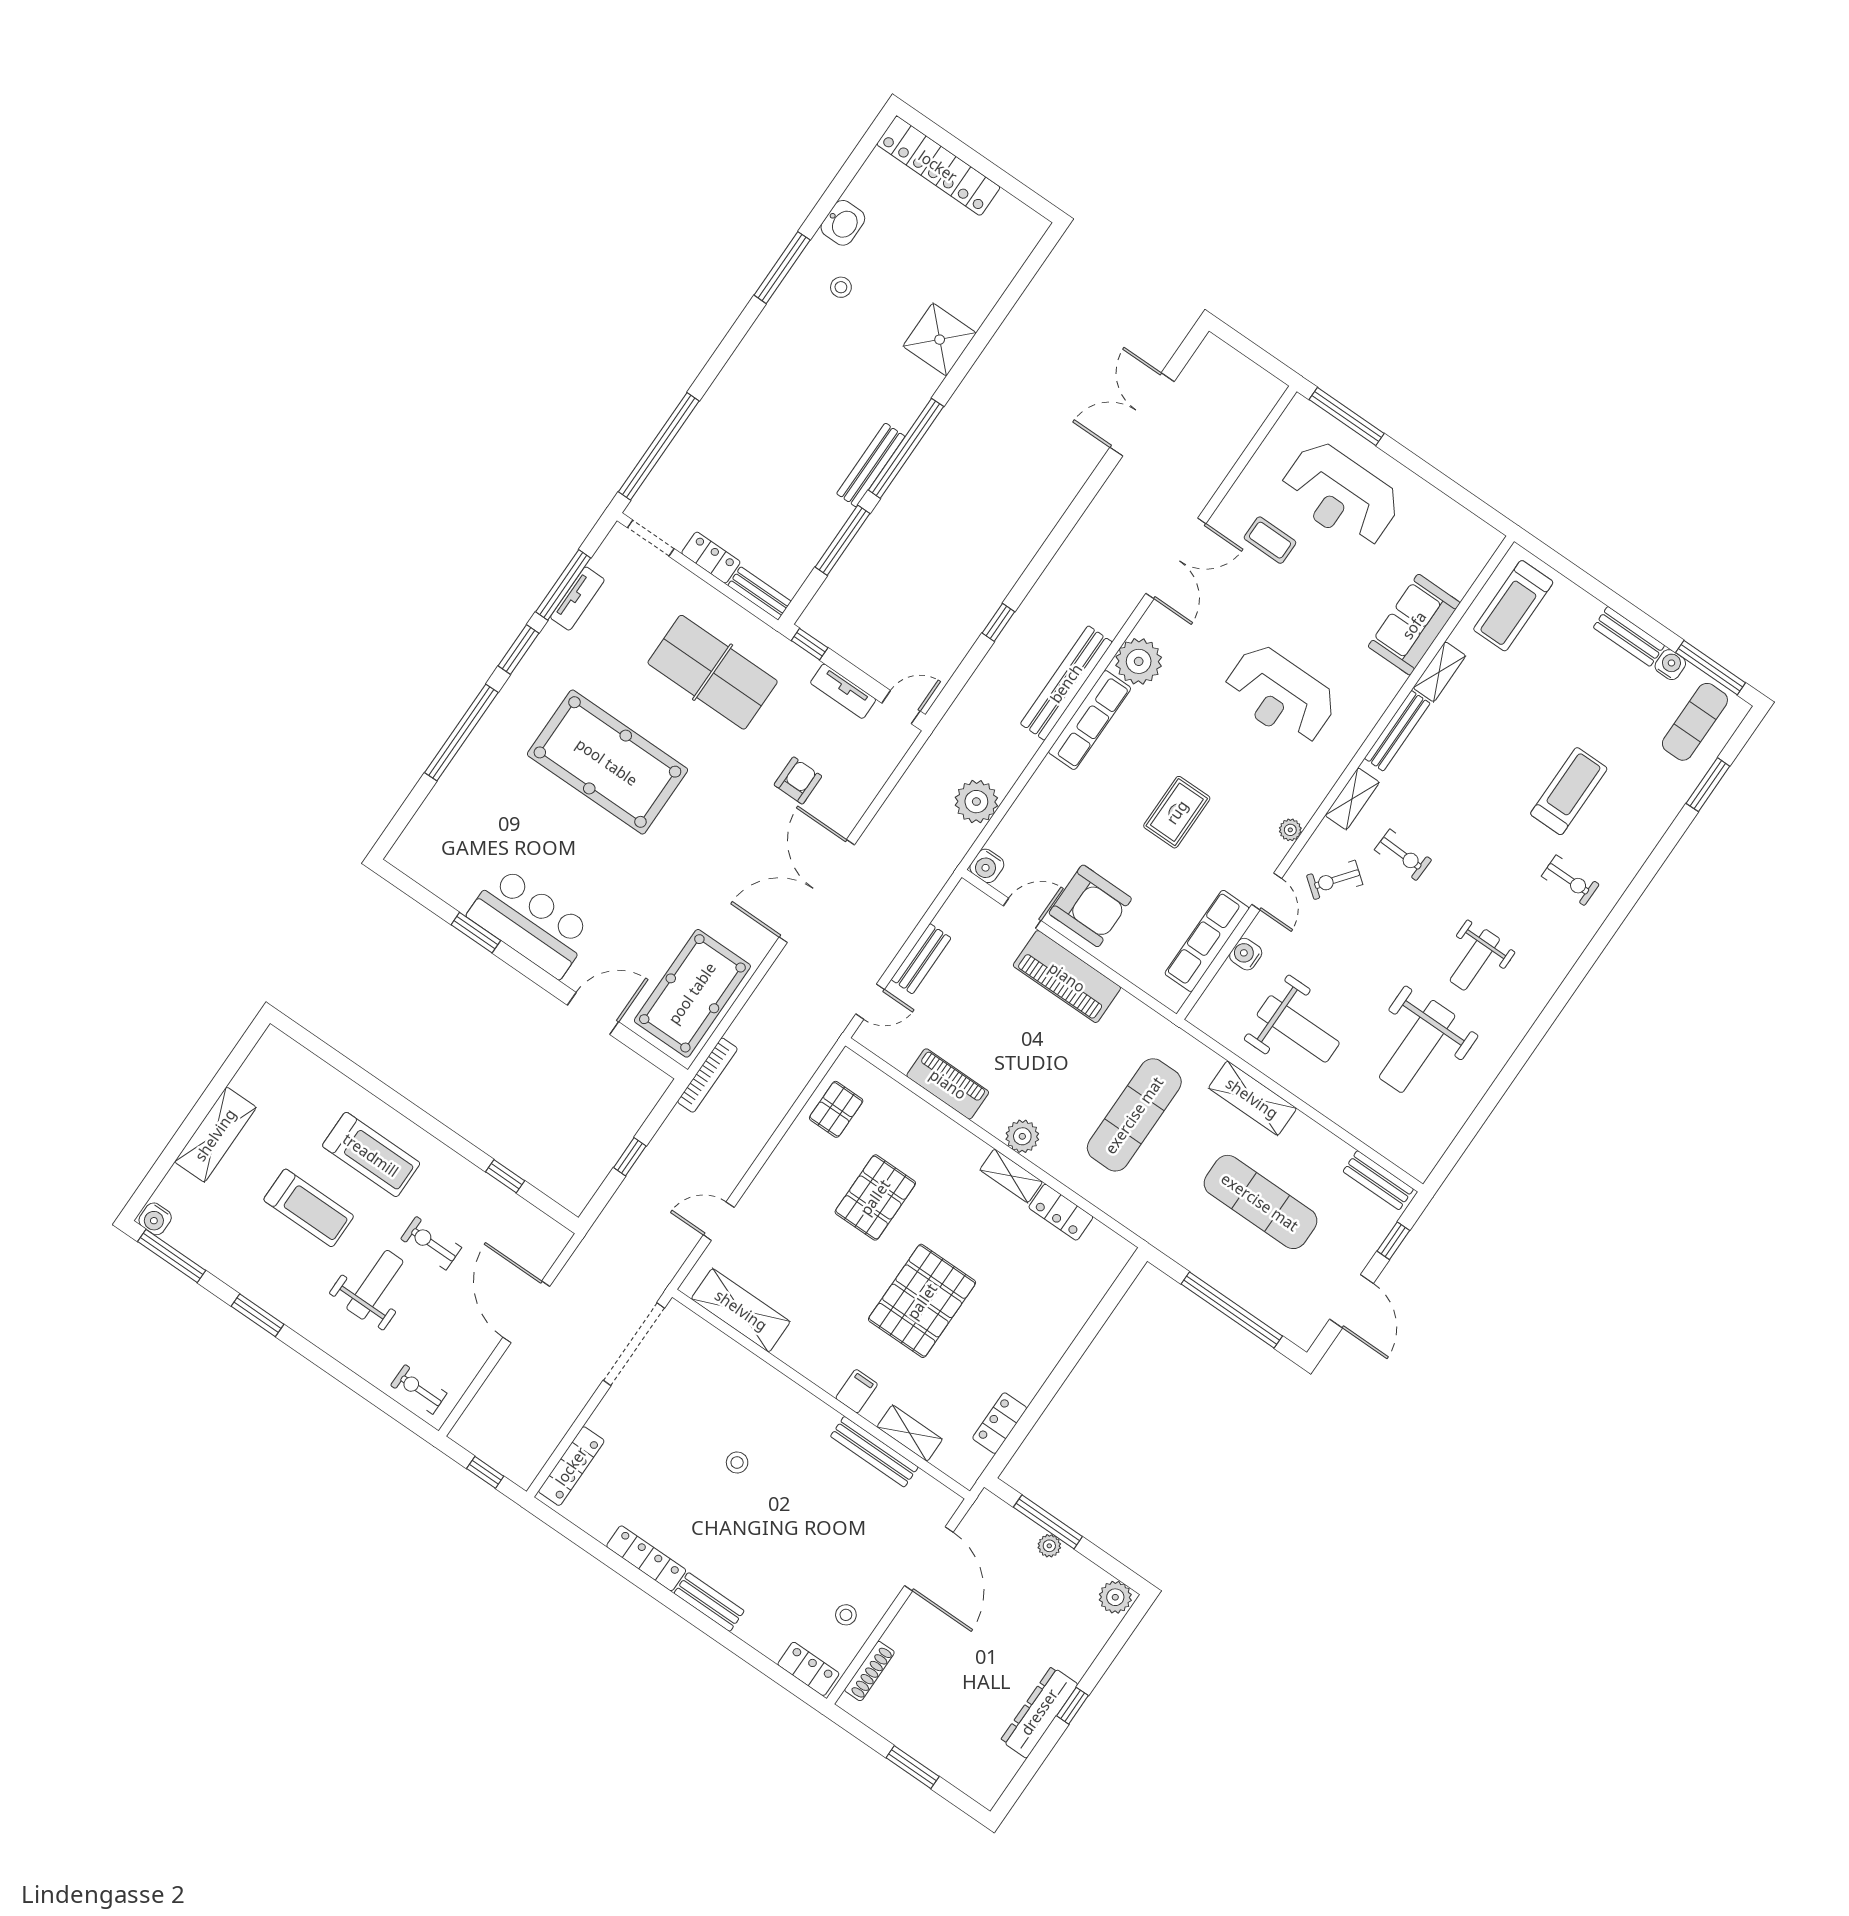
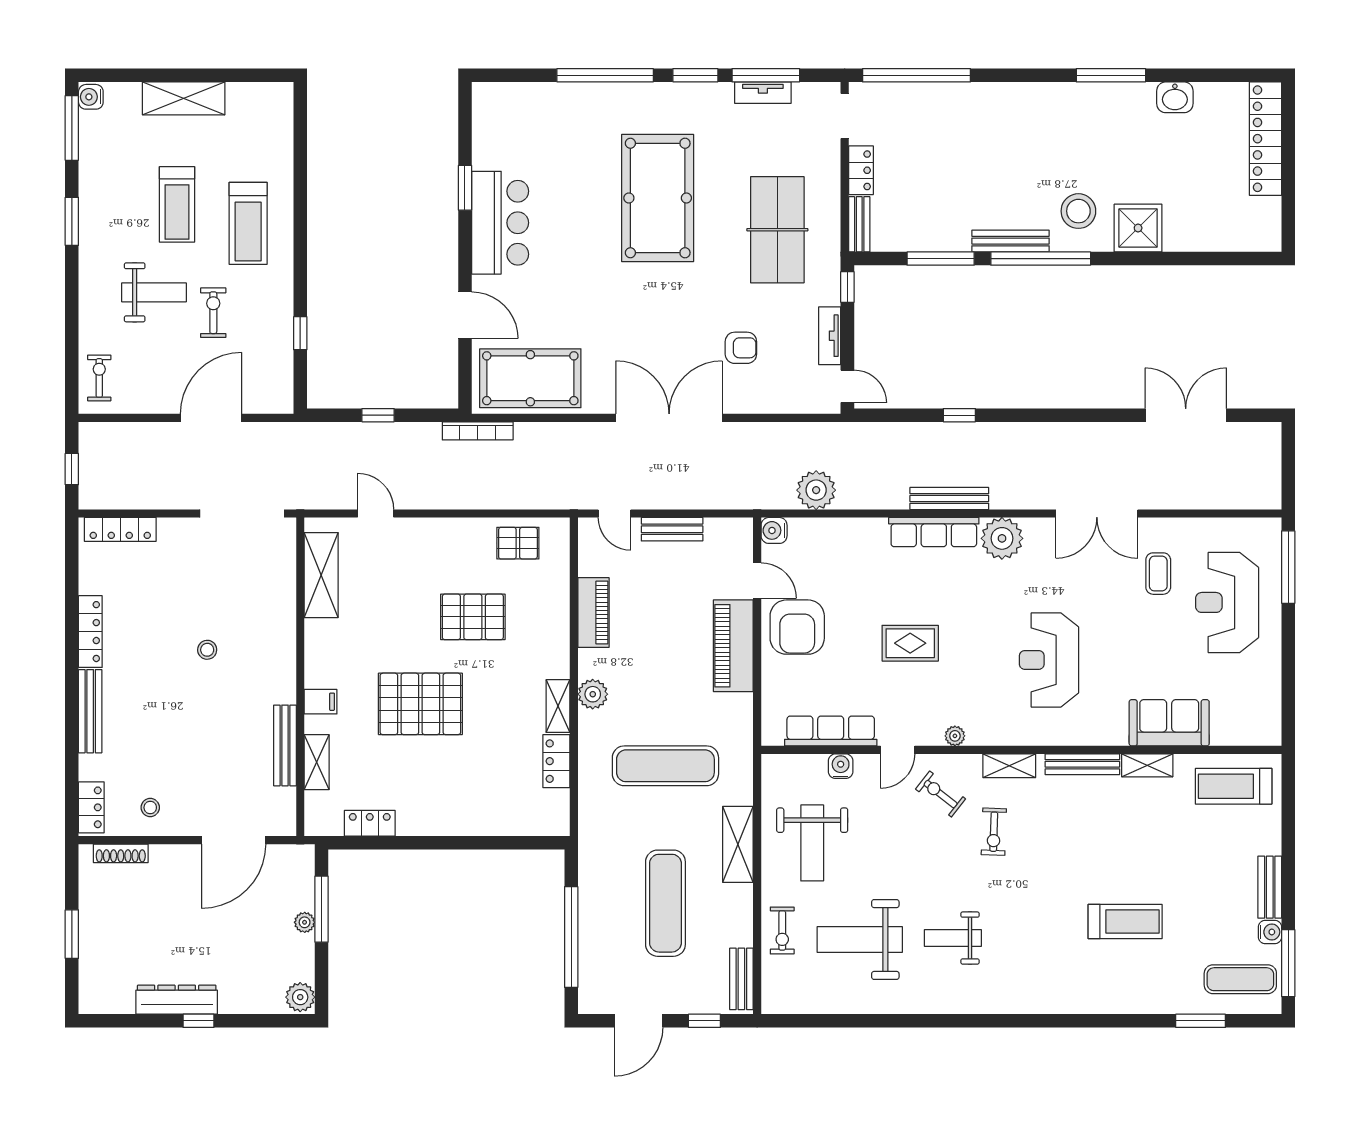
stool: (841, 287) -> (1078, 211), moved, width x1.89, depth x1.89
bench: (1066, 683) -> (949, 498), width x0.73, depth x0.82
exercise bike: (1570, 880) -> (782, 930), moved
bench: (709, 1602) -> (90, 711), width x1.36

